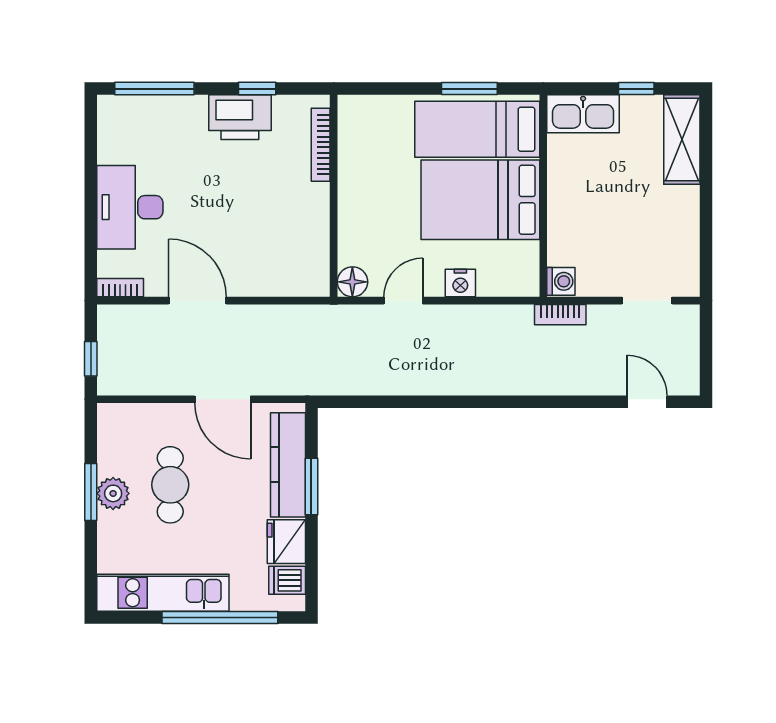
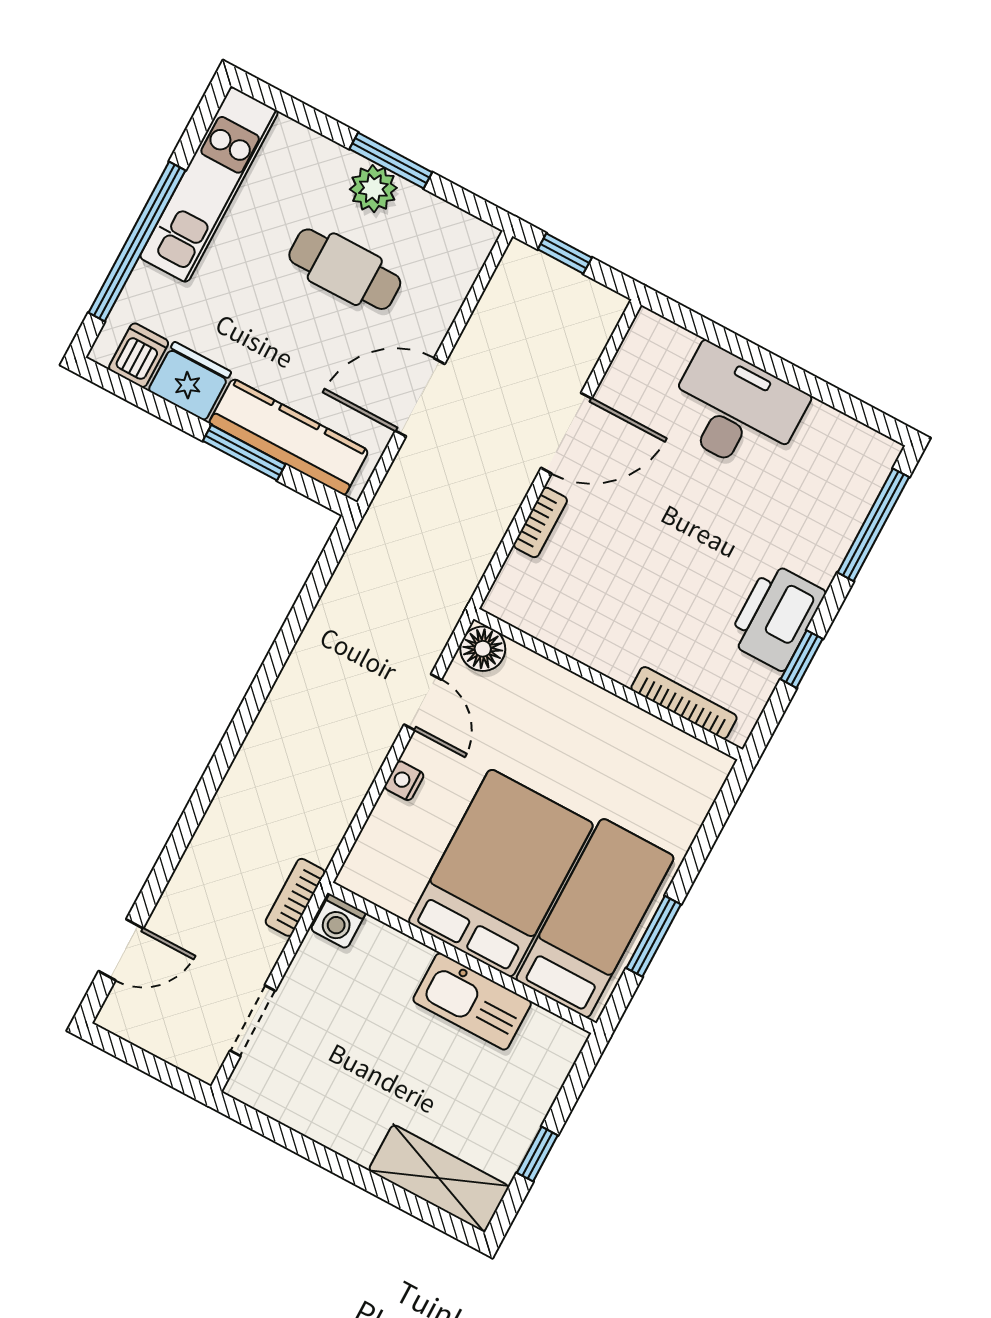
kitchen sink: (583, 114) -> (472, 1001), moved, turned -90
nightstand: (460, 283) -> (404, 781), width x0.72, depth x0.74
bookcase: (120, 288) -> (540, 522), moved

